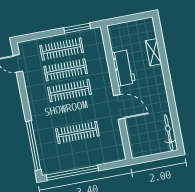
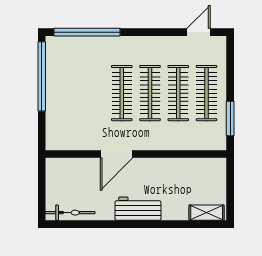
shelving: (154, 52) -> (207, 213), moved
workbench: (124, 68) -> (138, 209), moved, turned 180
clothes rail: (77, 132) -> (122, 93), moved

